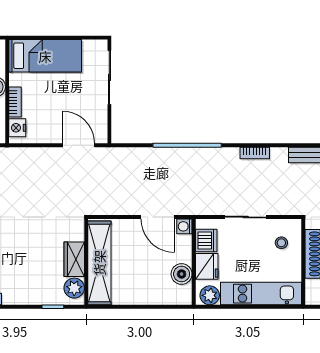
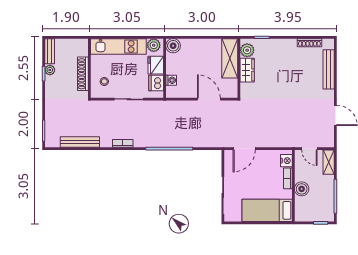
door: (79, 145) -> (244, 149), hinge flipped
door: (158, 217) -> (209, 99), moved
washing machine: (184, 226) -> (171, 80), moved
shelving: (99, 263) -> (230, 58), width x0.68
boiler: (182, 274) -> (173, 46), moved

